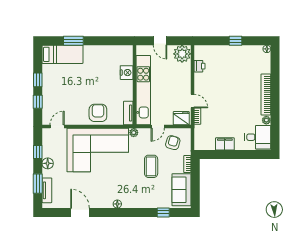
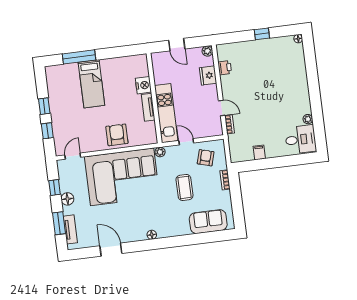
window: (73, 41) -> (79, 57), width x1.44
bed: (62, 54) -> (91, 84), moved, turned 90
plant: (182, 54) -> (207, 51), width x0.53, depth x0.53
kitchen unit: (143, 90) -> (166, 113), width x0.73
bookcase: (266, 94) -> (304, 90), removed
tv unit: (128, 113) -> (148, 107), moved
fridge: (181, 118) -> (208, 75), moved, turned -90
door: (158, 127) -> (186, 142), swing flipped
filing cabinet: (225, 144) -> (259, 152), width x0.50
sofa: (181, 190) -> (208, 222), moved, turned 90
window: (163, 212) -> (205, 238), removed

